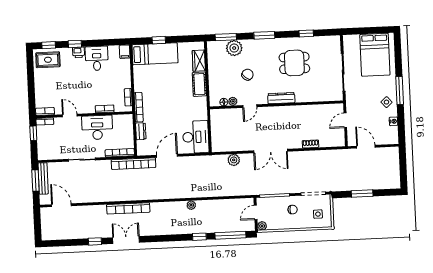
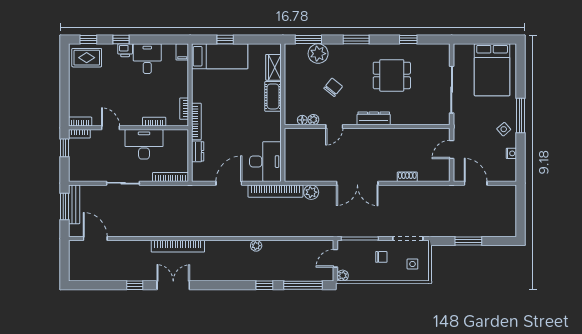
bookcase: (133, 164) -> (275, 191), moved

